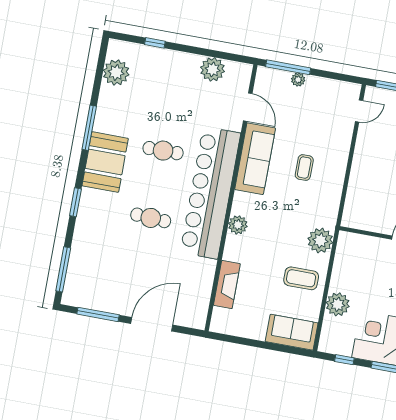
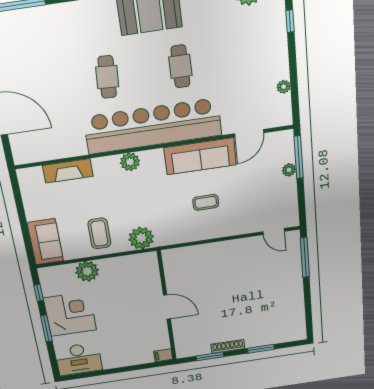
plant: (213, 69) -> (284, 87), width x0.53, depth x0.53

